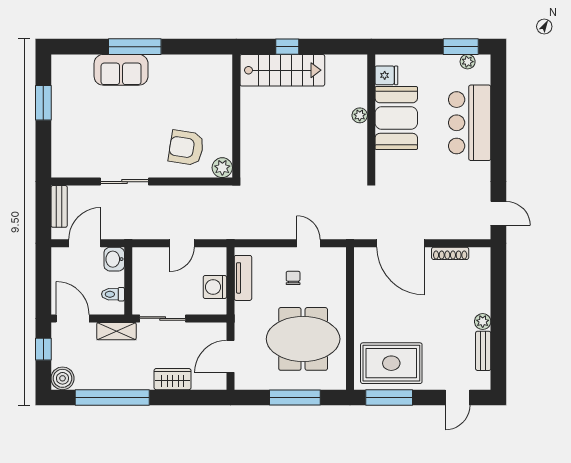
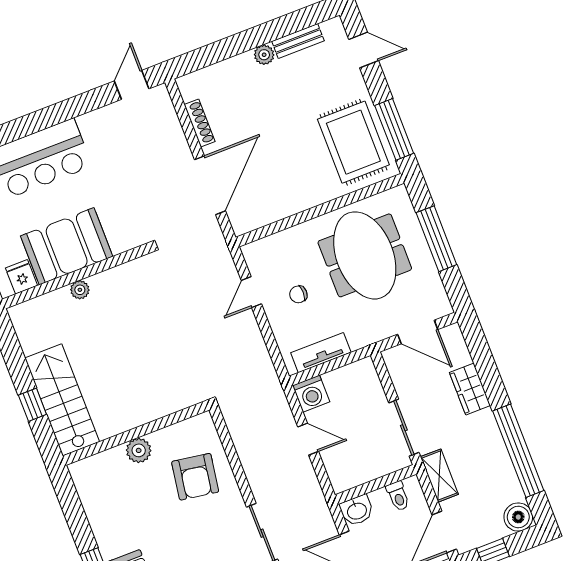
plant: (222, 168) -> (139, 450), moved
washing machine: (215, 287) -> (311, 394), moved

